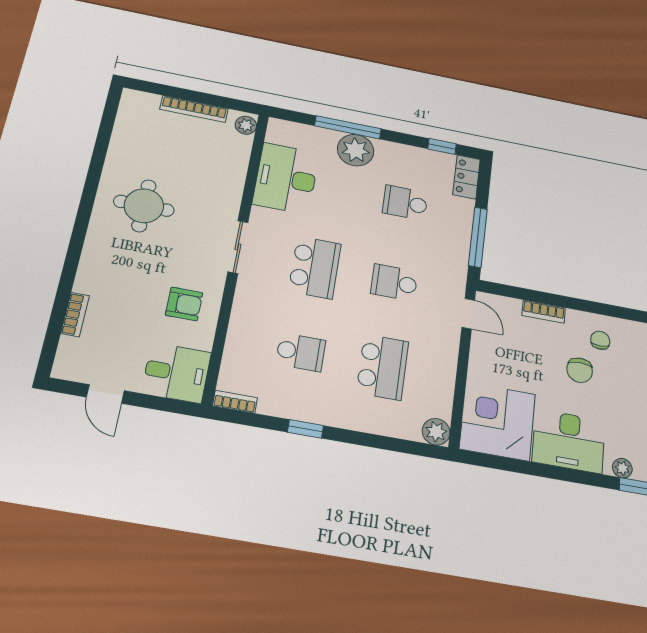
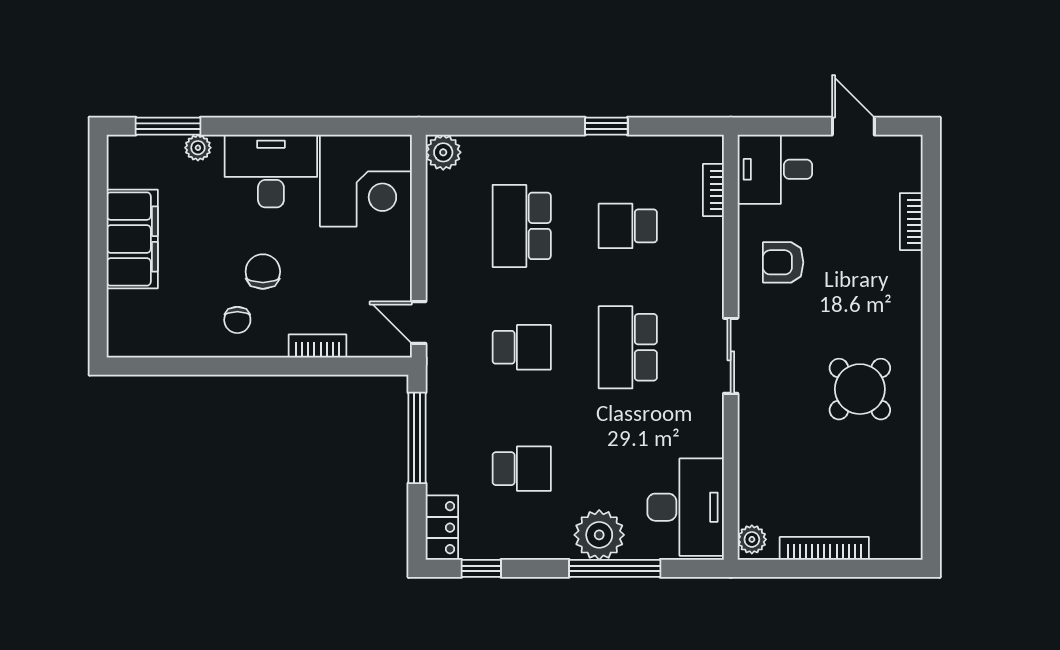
desk: (286, 178) -> (686, 507), moved
round table: (144, 206) -> (860, 389), turned 45
bookcase: (235, 402) -> (713, 190), moved, turned 90

